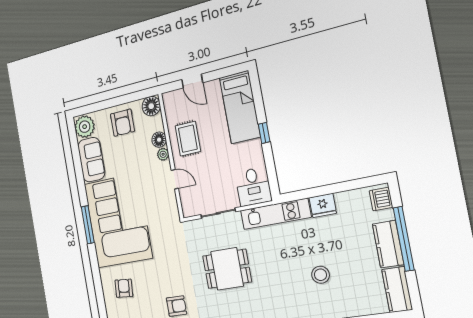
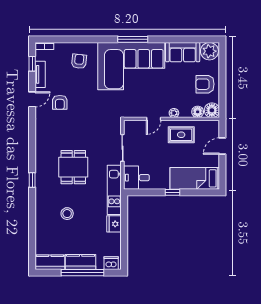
floor lamp: (159, 140) -> (198, 112), moved
dining table: (227, 269) -> (73, 167), moved
armchair: (124, 288) -> (79, 61), turned -89

